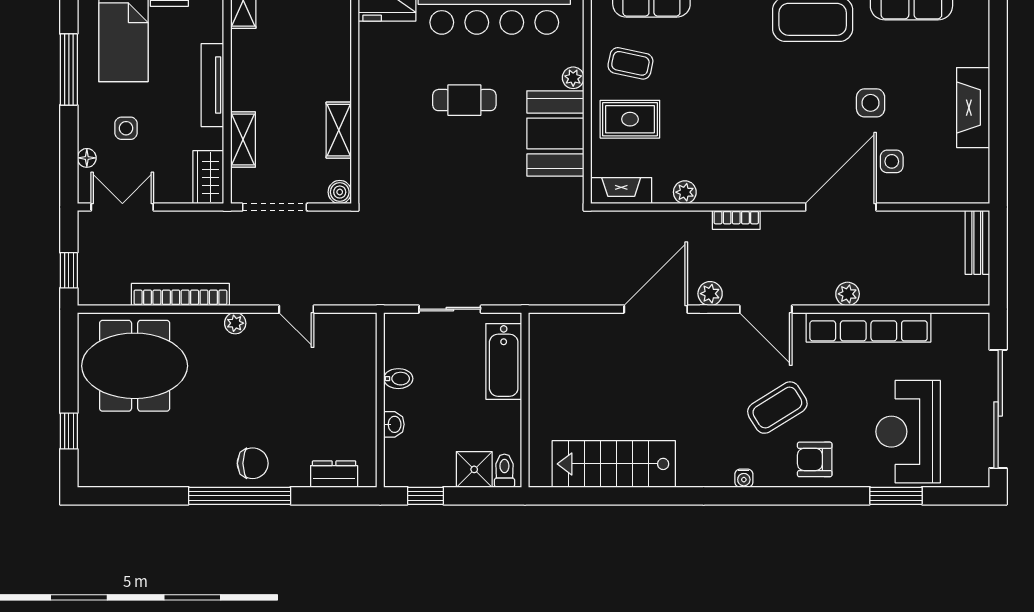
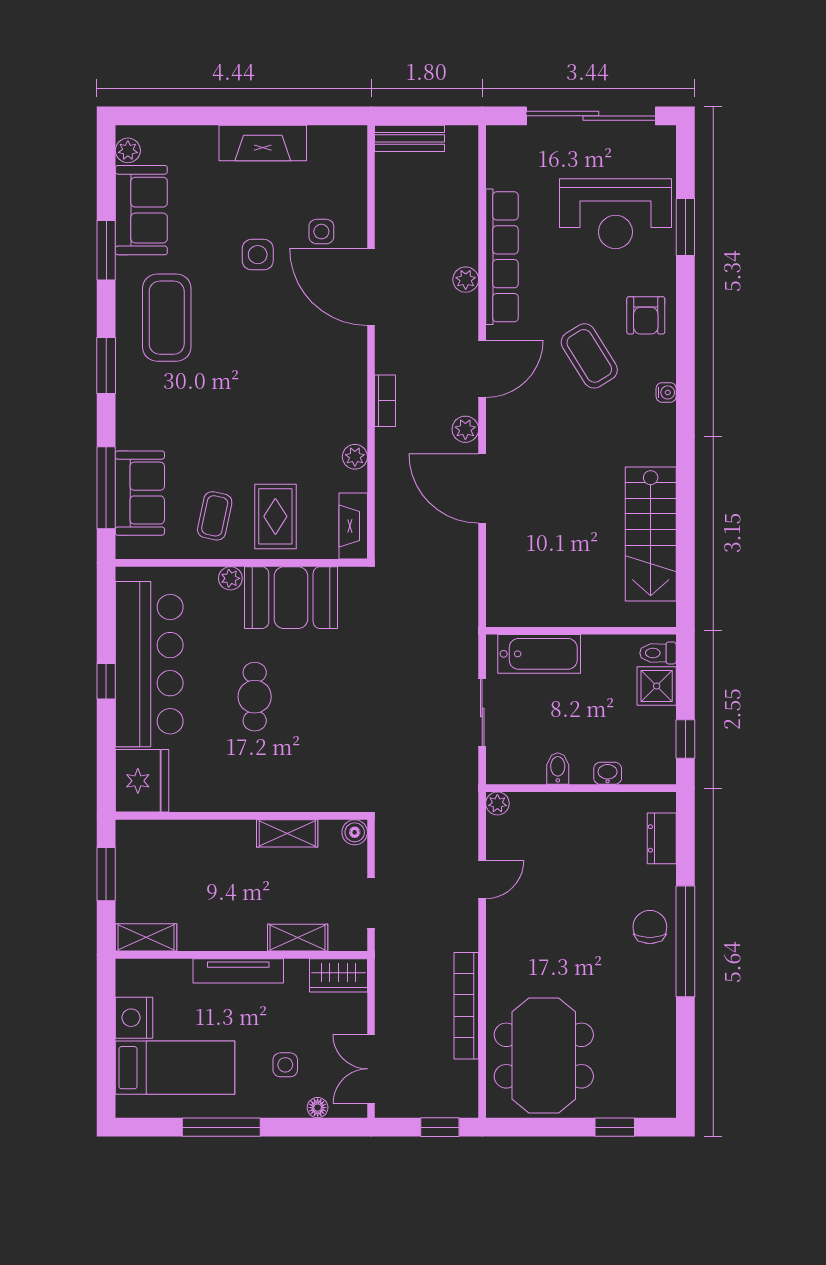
doorway: (275, 207) -> (371, 903), width x0.73
plant: (235, 323) -> (497, 803), moved

